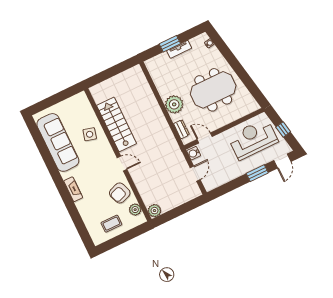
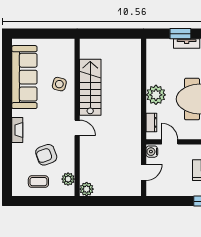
armchair: (120, 193) -> (46, 155), moved

